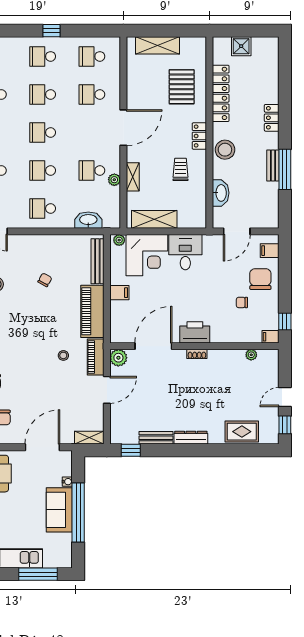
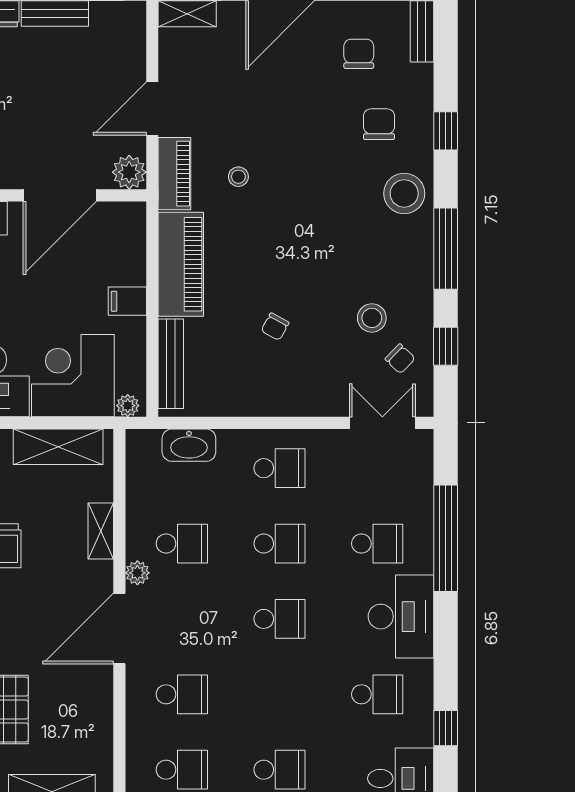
school desk: (43, 94) -> (279, 694), removed
plant: (114, 180) -> (137, 573), moved

